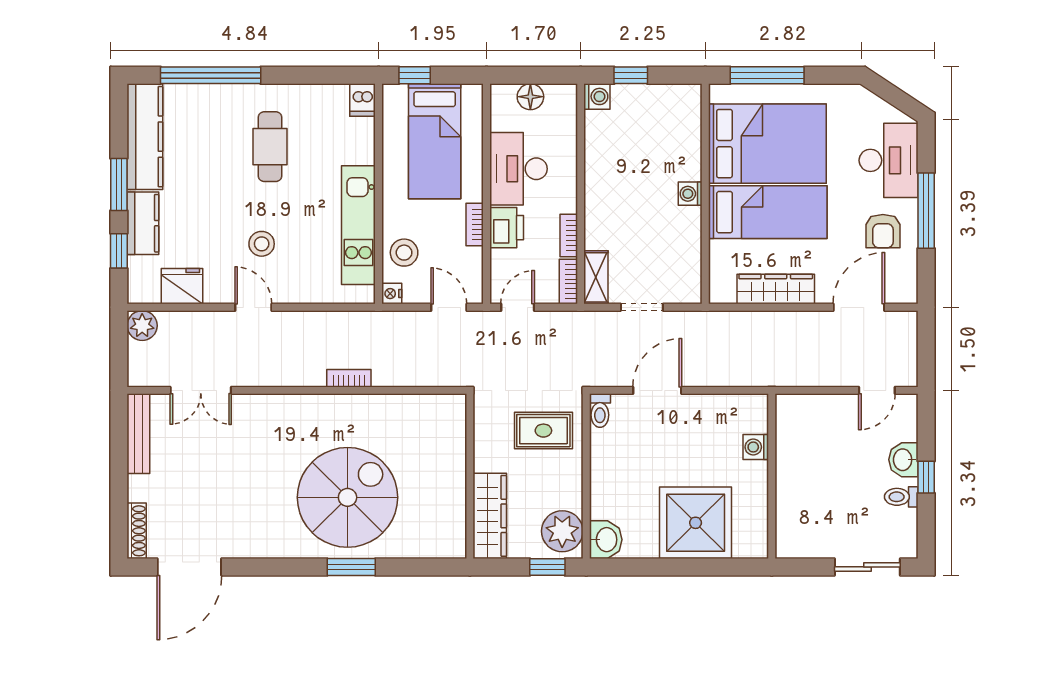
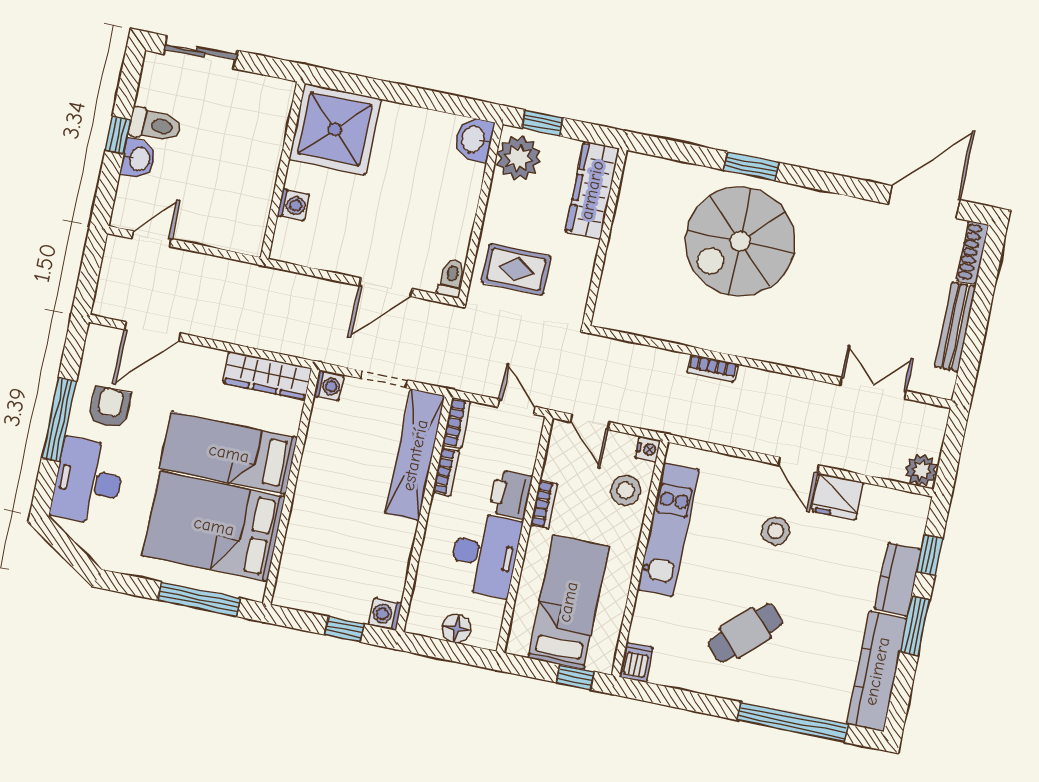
cafe table: (270, 147) -> (745, 633), turned 46
washing machine: (690, 194) -> (329, 386), moved
shelving: (596, 277) -> (415, 455), width x2.20, depth x1.33
fridge: (182, 286) -> (838, 497), moved
wardrobe: (776, 289) -> (267, 375), moved
door: (518, 307) -> (517, 407), swing flipped
bench: (138, 434) -> (955, 327), moved
toilet: (901, 497) -> (155, 125), width x1.37, depth x1.39
shower: (696, 523) -> (335, 129), moved

